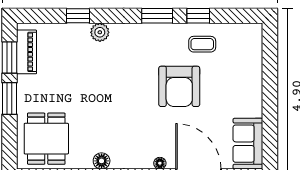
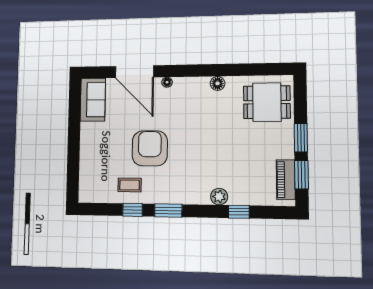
dining table: (46, 139) -> (267, 102), turned 90

